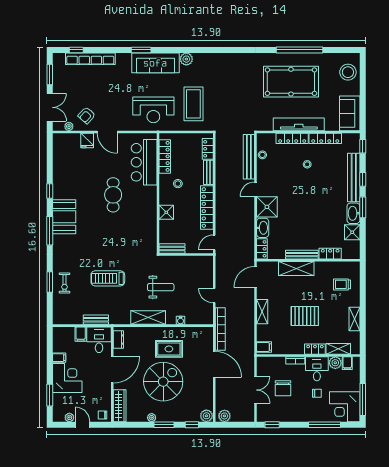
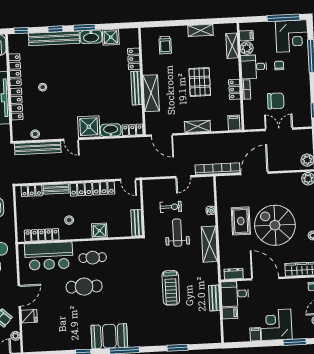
cafe table: (141, 205) -> (93, 258), added
exercise bike: (65, 283) -> (171, 207), moved
locker: (315, 349) -> (235, 89), moved

